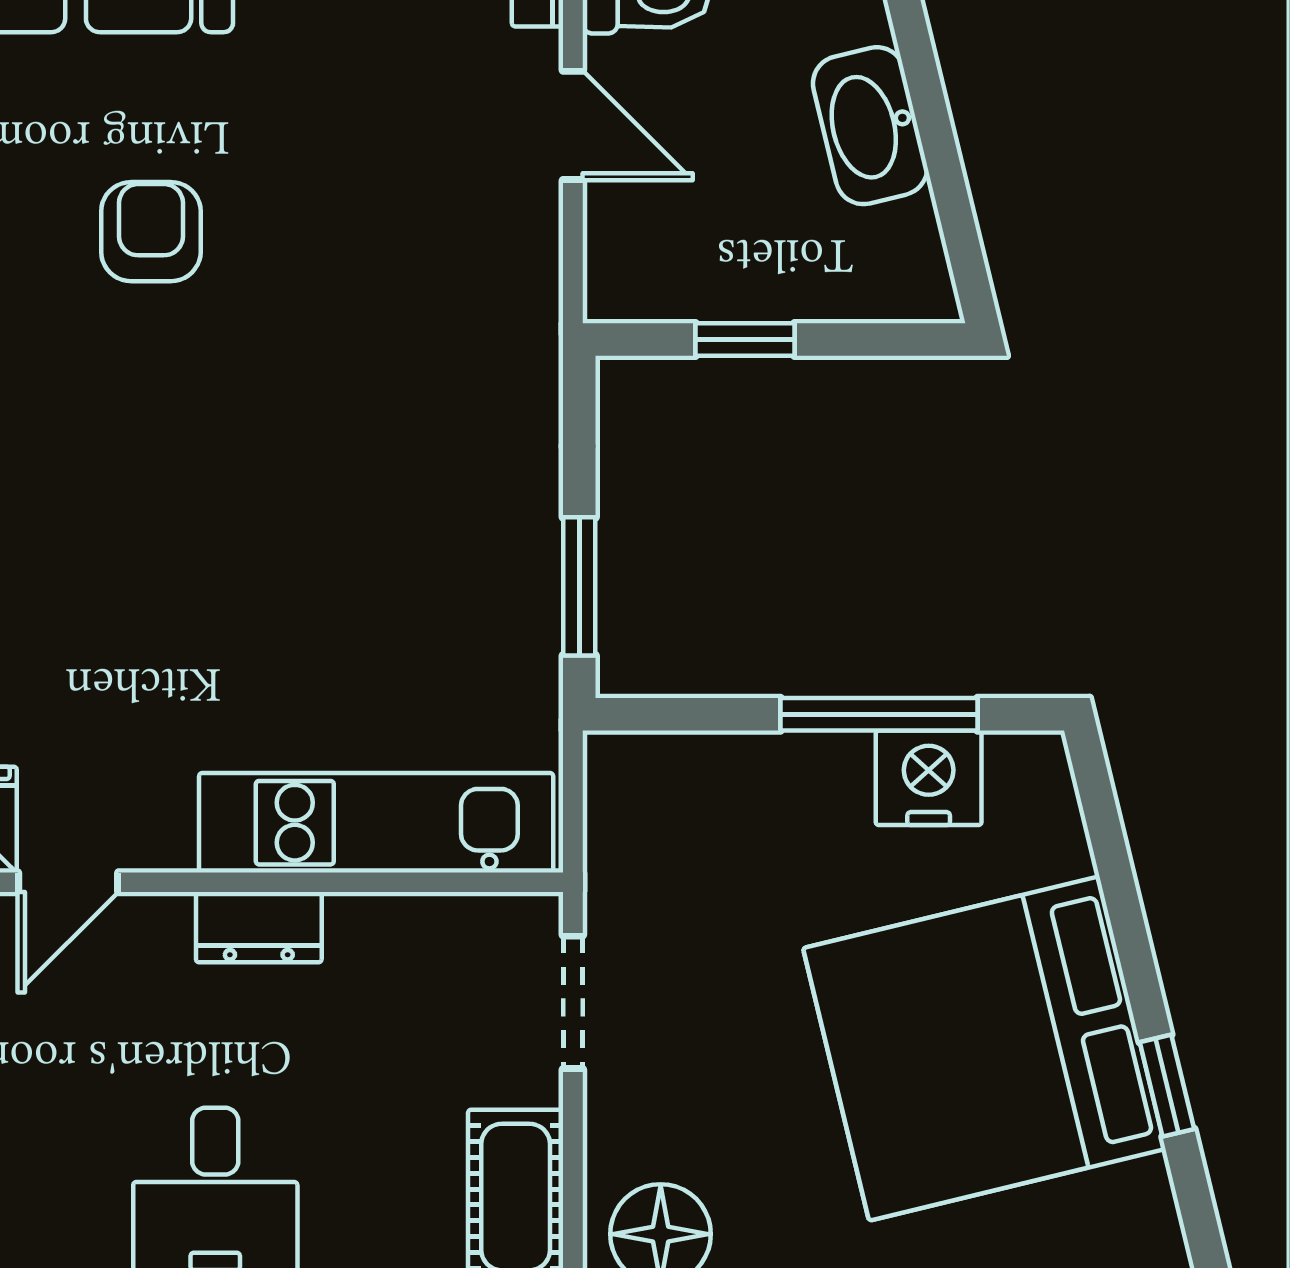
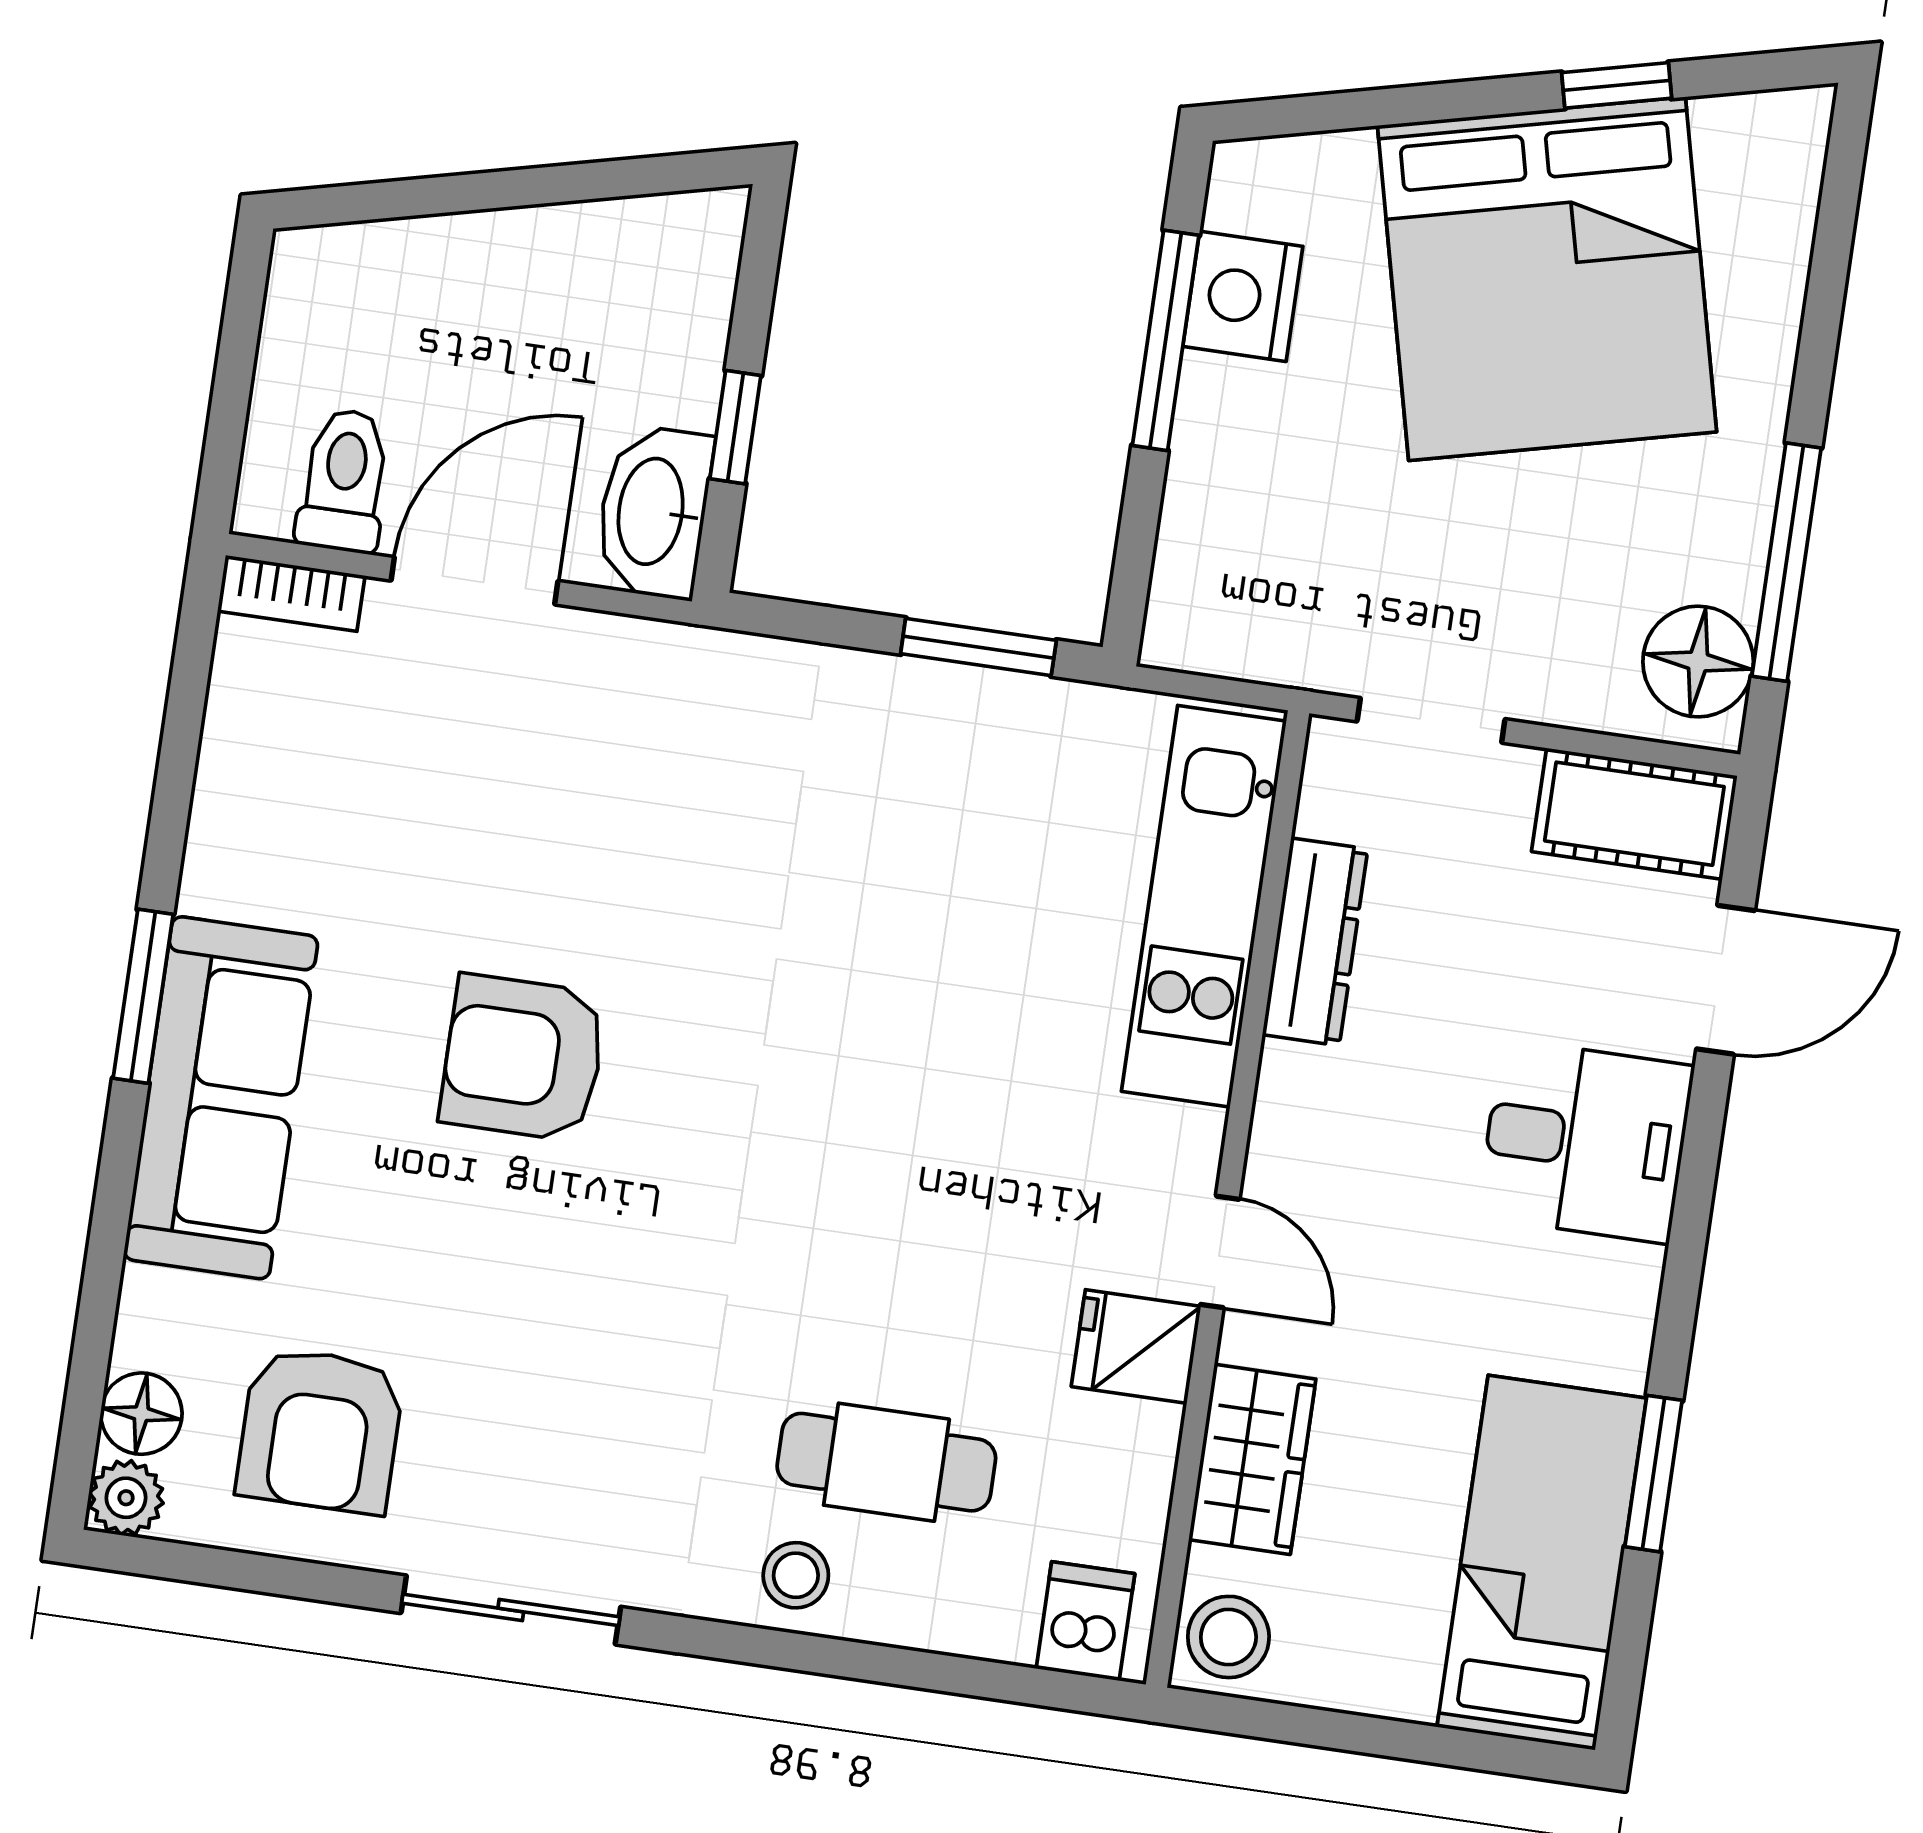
door: (573, 125) -> (475, 581), width x1.38
washbasin: (870, 126) -> (654, 512), moved, turned 104
armchair: (151, 232) -> (523, 1058), width x1.38, depth x1.38
dresser: (259, 927) -> (1315, 942), moved, width x1.44

